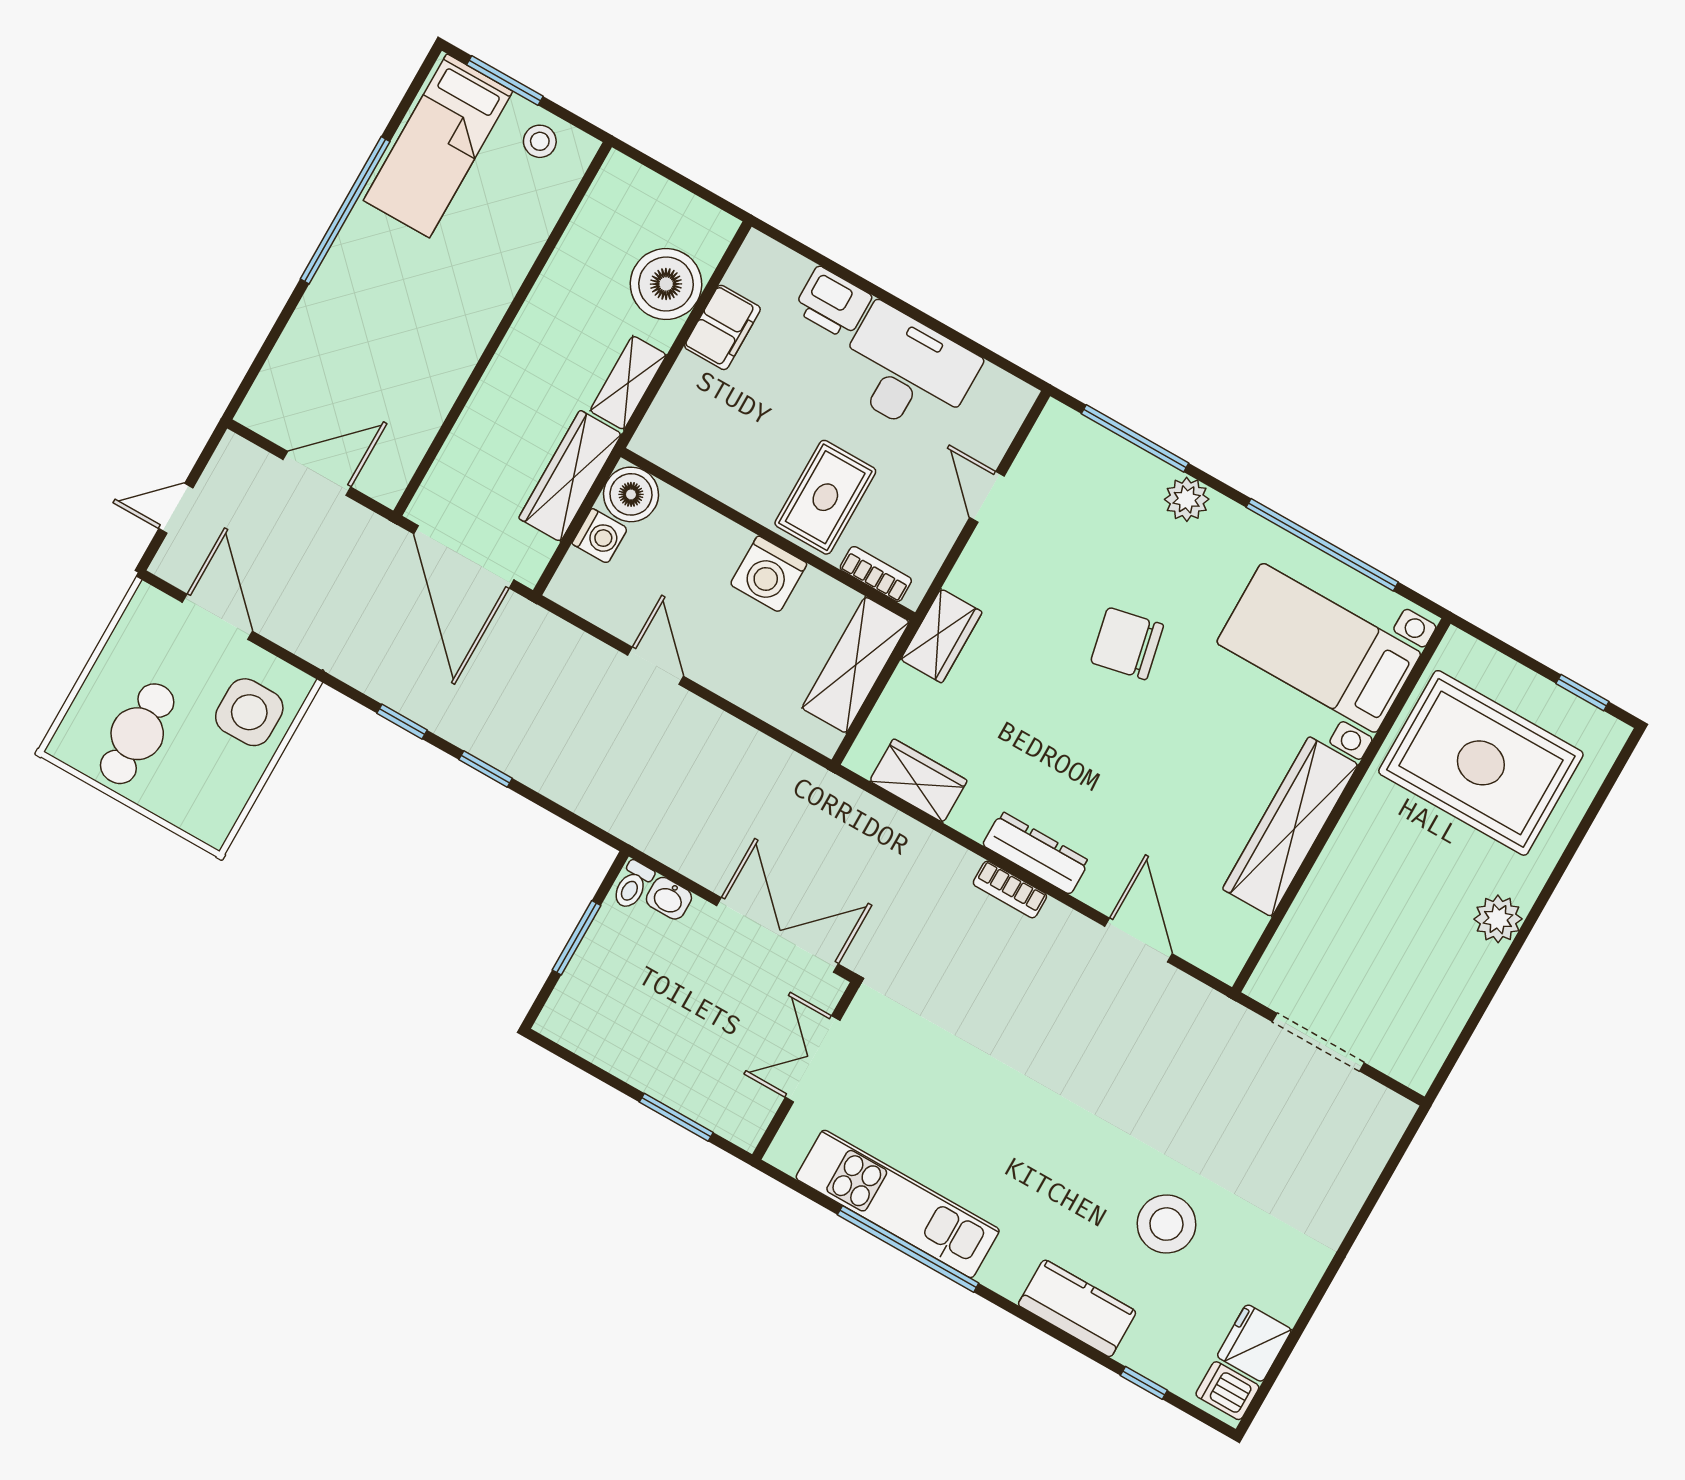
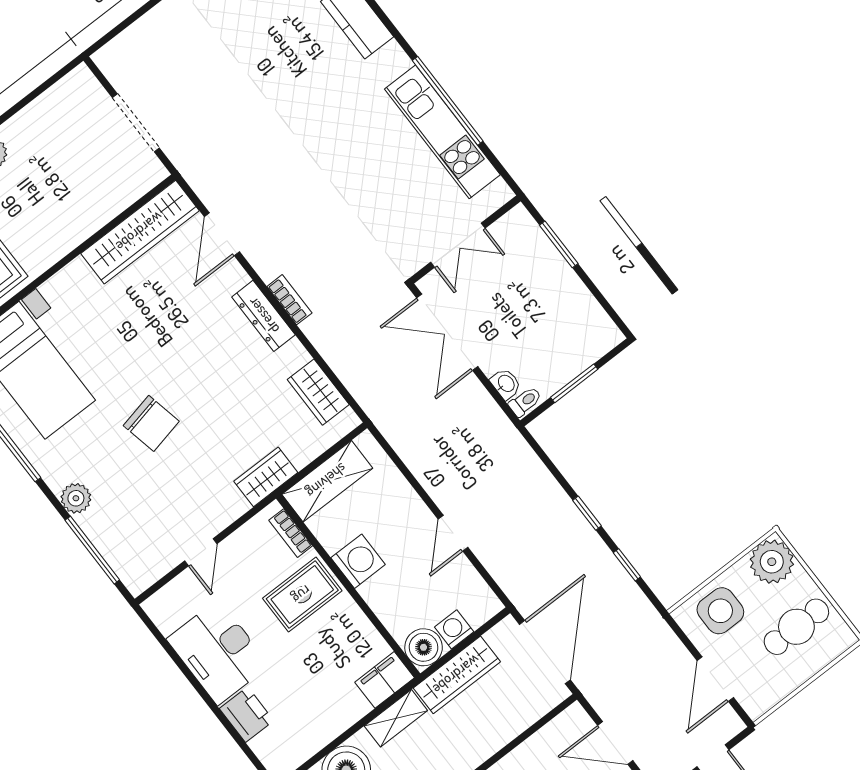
filing cabinet: (722, 327) -> (385, 680), moved
plant: (207, 808) -> (772, 562), added
wardrobe: (1290, 827) -> (140, 232), moved
stool: (1166, 1224) -> (279, 49), removed

